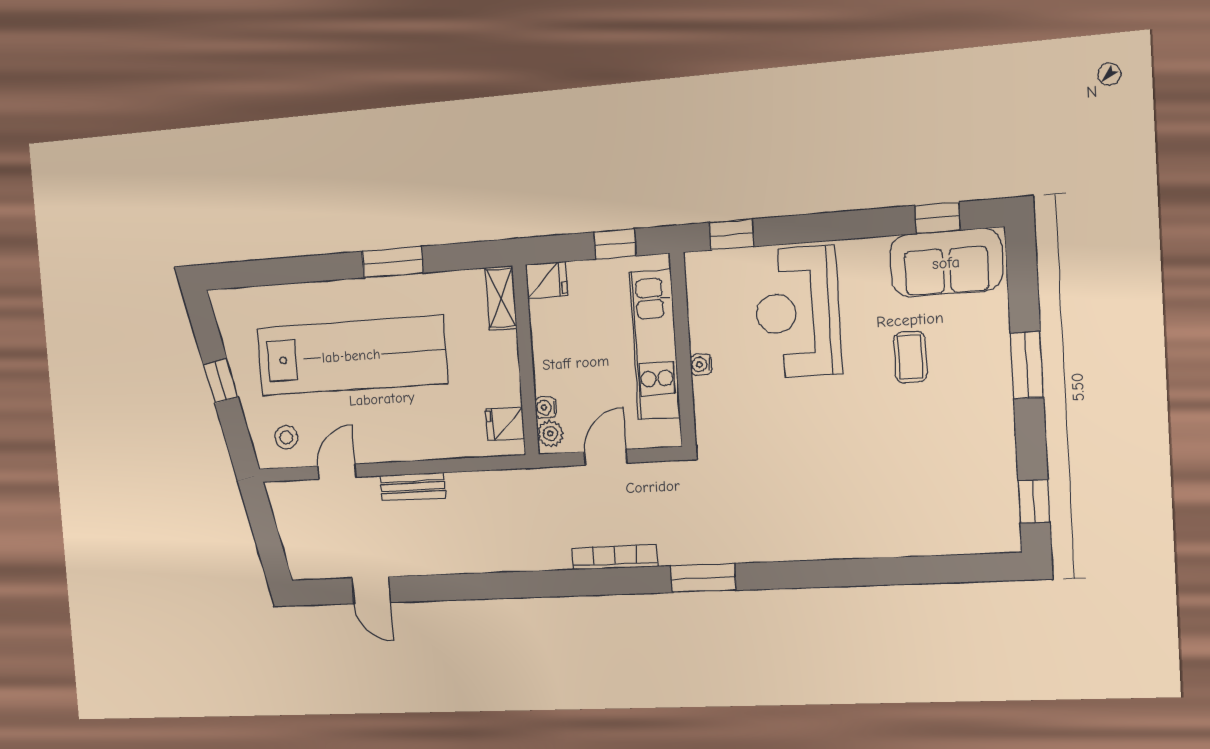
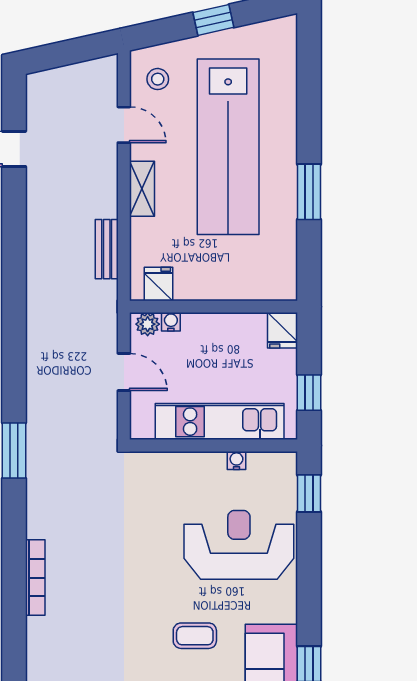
shelving: (501, 298) -> (142, 189), moved, turned 90
water cooler: (701, 364) -> (236, 460), moved
bench: (413, 487) -> (107, 249), moved
bookcase: (615, 557) -> (35, 578), moved

